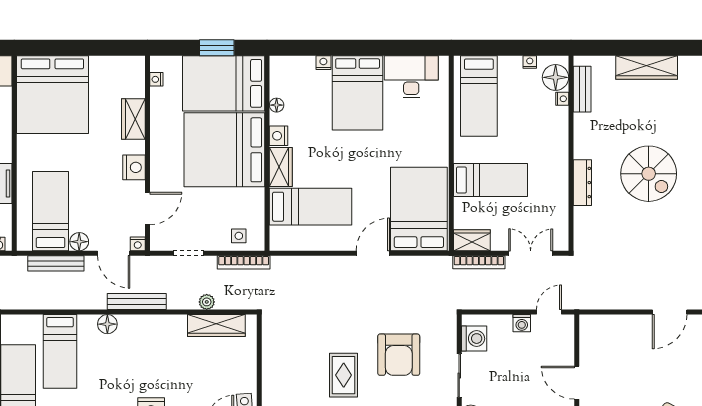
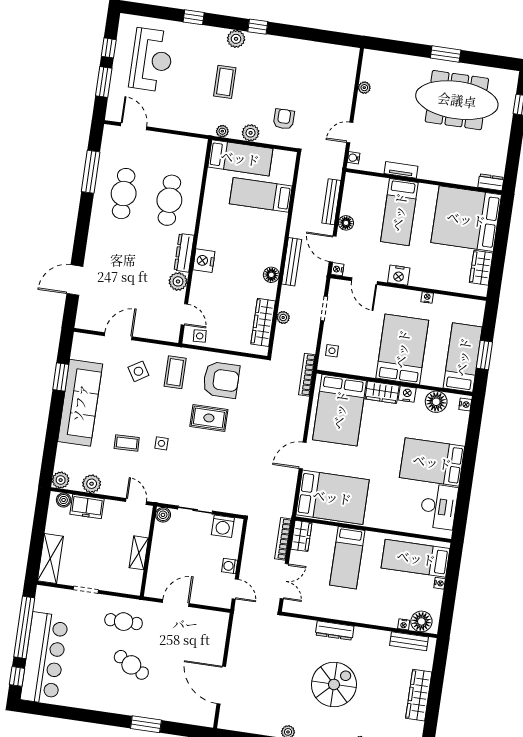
nightstand: (530, 62) -> (440, 583), moved
nightstand: (323, 63) -> (465, 404), moved
nightstand: (156, 79) -> (427, 297), moved
bed: (224, 83) -> (463, 357), width x0.67
floor lamp: (277, 105) -> (436, 402), width x1.89, depth x1.89
wardrobe: (133, 119) -> (481, 268), moved, turned -90
bed: (224, 150) -> (402, 349), width x0.73
spiral stairs: (649, 174) -> (334, 684), turned 180
bed: (311, 207) -> (340, 410), width x1.50
bed: (51, 211) -> (399, 212), moved, turned 90
door: (114, 253) -> (333, 249), hinge flipped
door: (373, 253) -> (303, 455), swing flipped
bookcase: (244, 262) -> (307, 375), moved
door: (670, 312) -> (221, 685), width x1.36
floor lamp: (107, 324) -> (271, 275), moved
armchair: (399, 355) -> (221, 380), moved, turned 180

